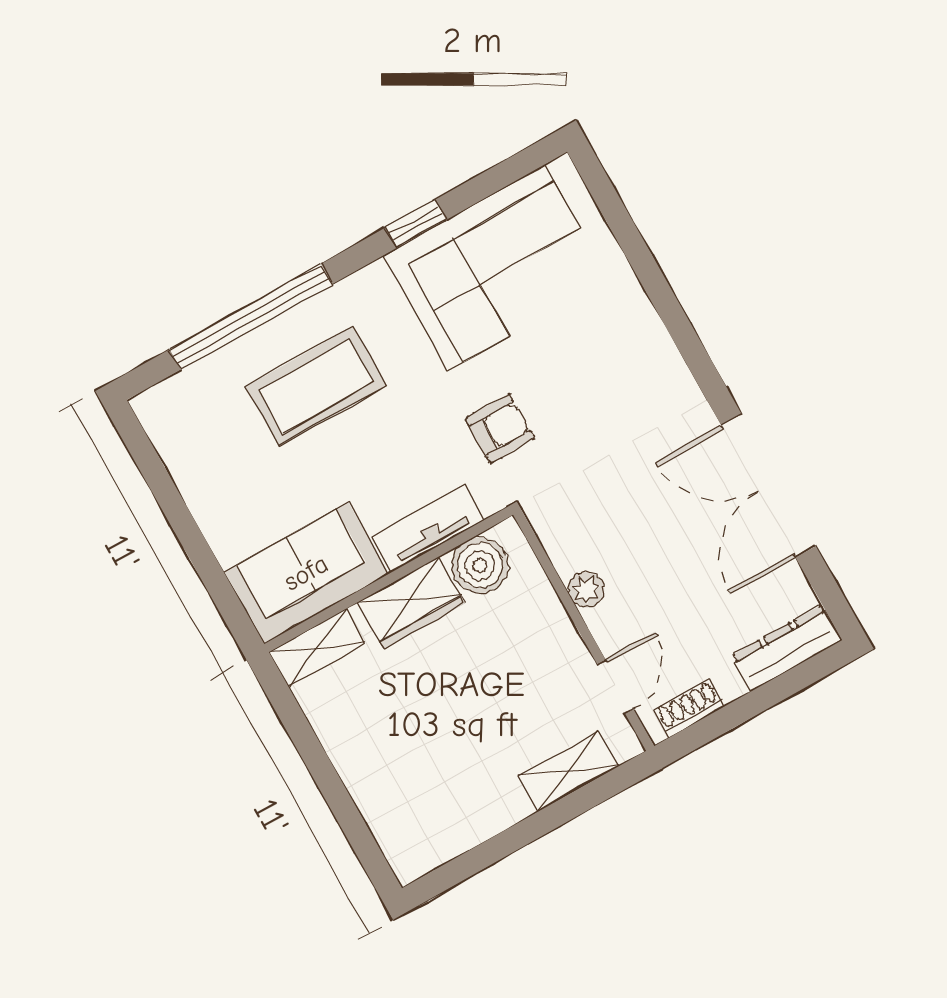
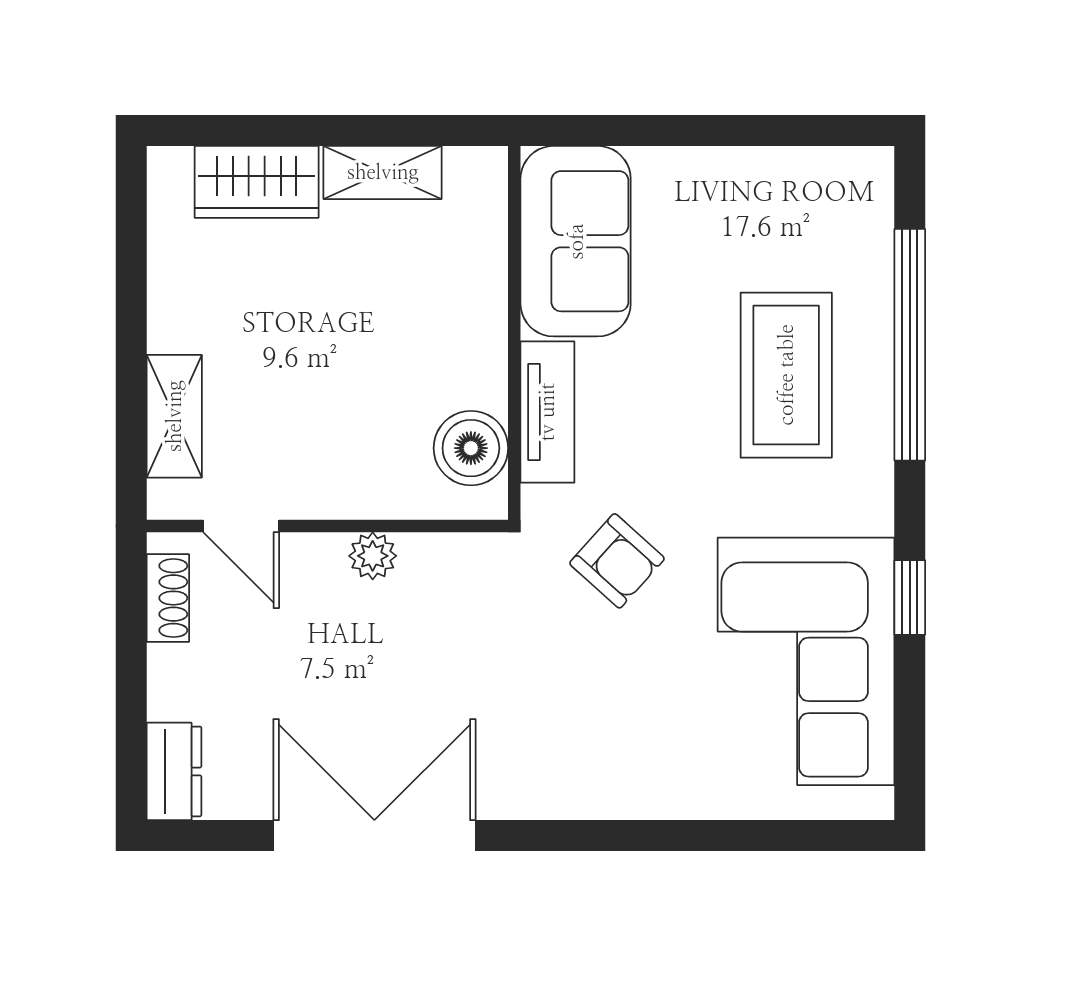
armchair: (500, 428) -> (617, 561), turned -48
wardrobe: (411, 603) -> (257, 182), moved, turned -90
shelving: (317, 648) -> (383, 172), moved, turned 90
dresser: (787, 648) -> (174, 771), width x0.70

